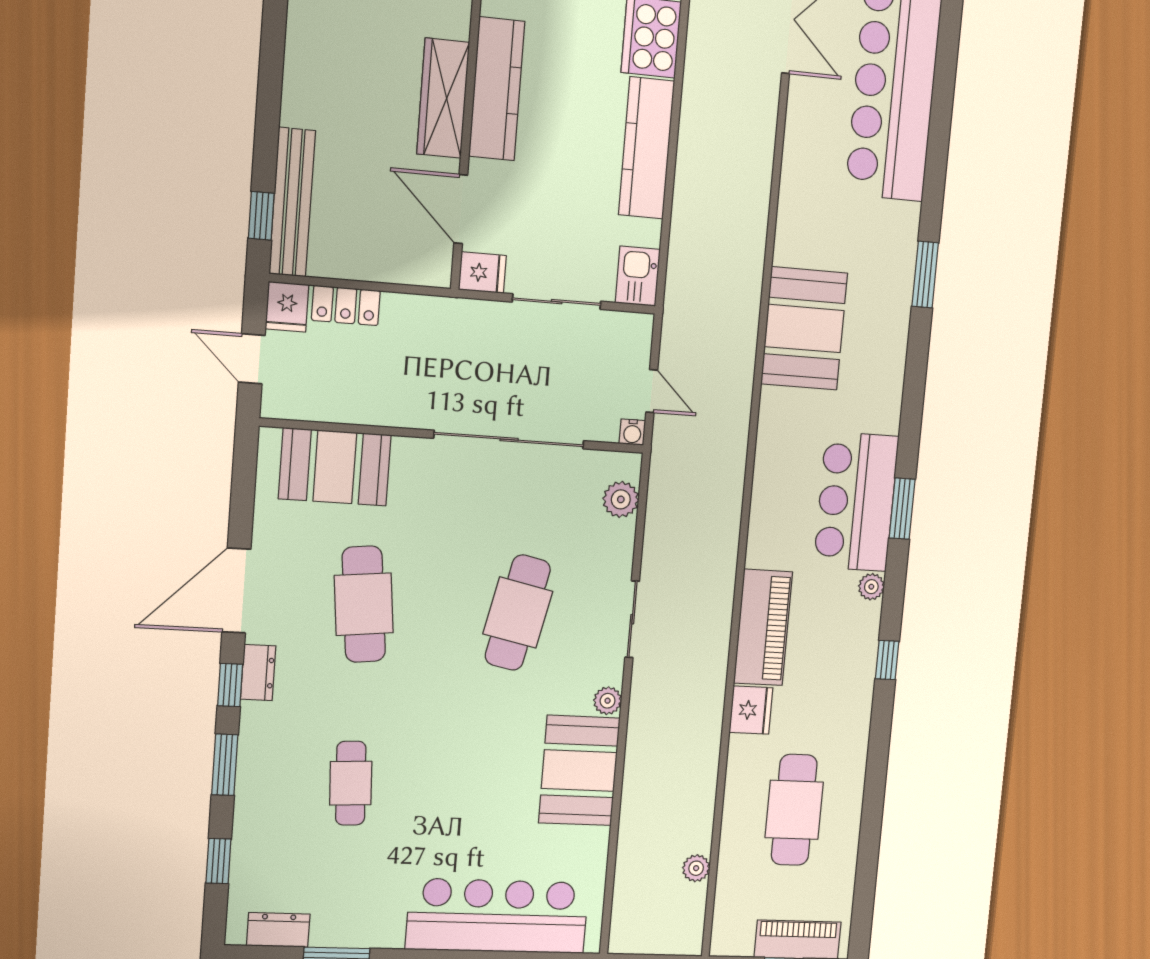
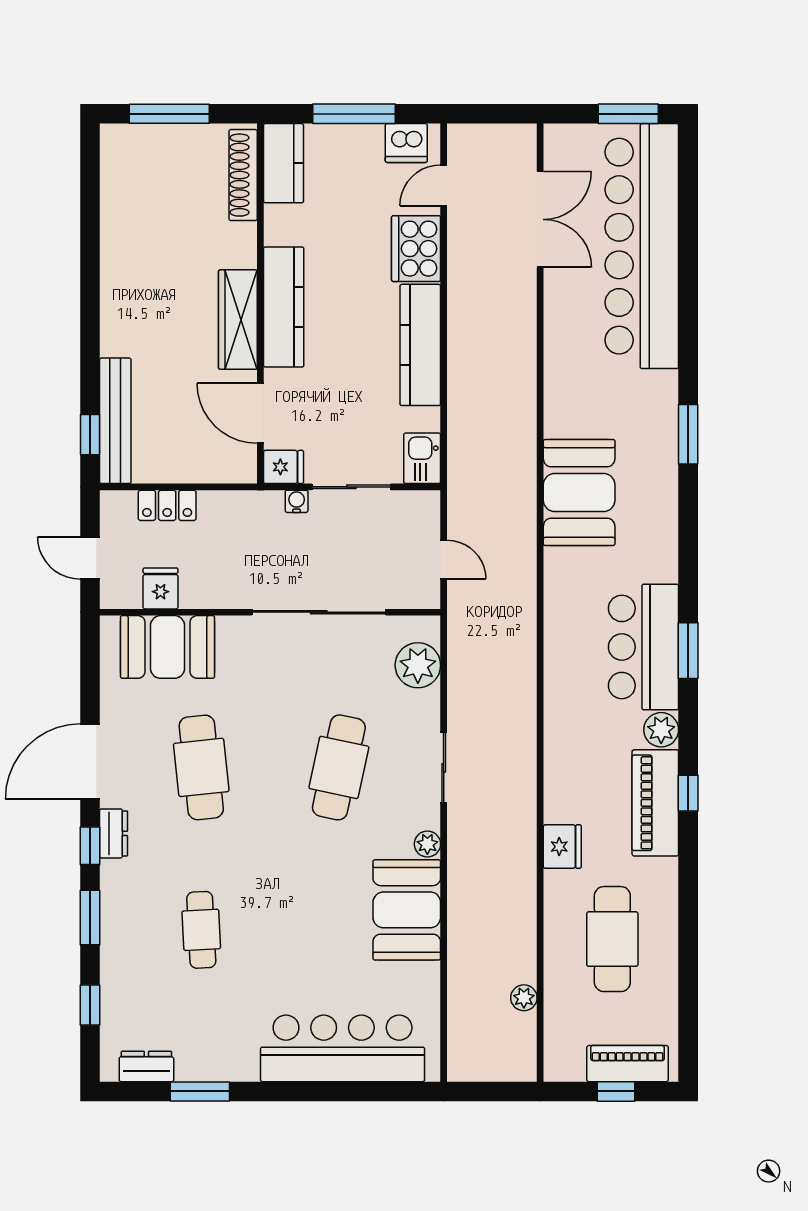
fridge: (287, 307) -> (160, 588), moved, turned 180
water cooler: (632, 432) -> (297, 501), moved, turned 180
plant: (621, 499) -> (418, 665), width x1.36, depth x1.36
plant: (871, 587) -> (661, 730), width x1.38, depth x1.38
piano: (763, 628) -> (655, 803), moved, turned 180

